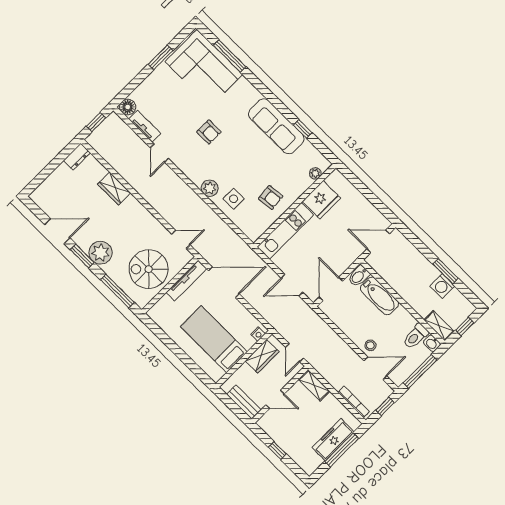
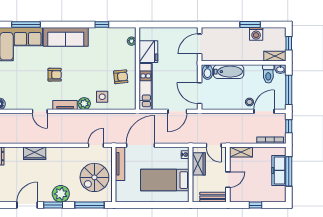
tv unit: (145, 126) -> (65, 105), moved
sofa: (276, 126) -> (66, 37), moved

